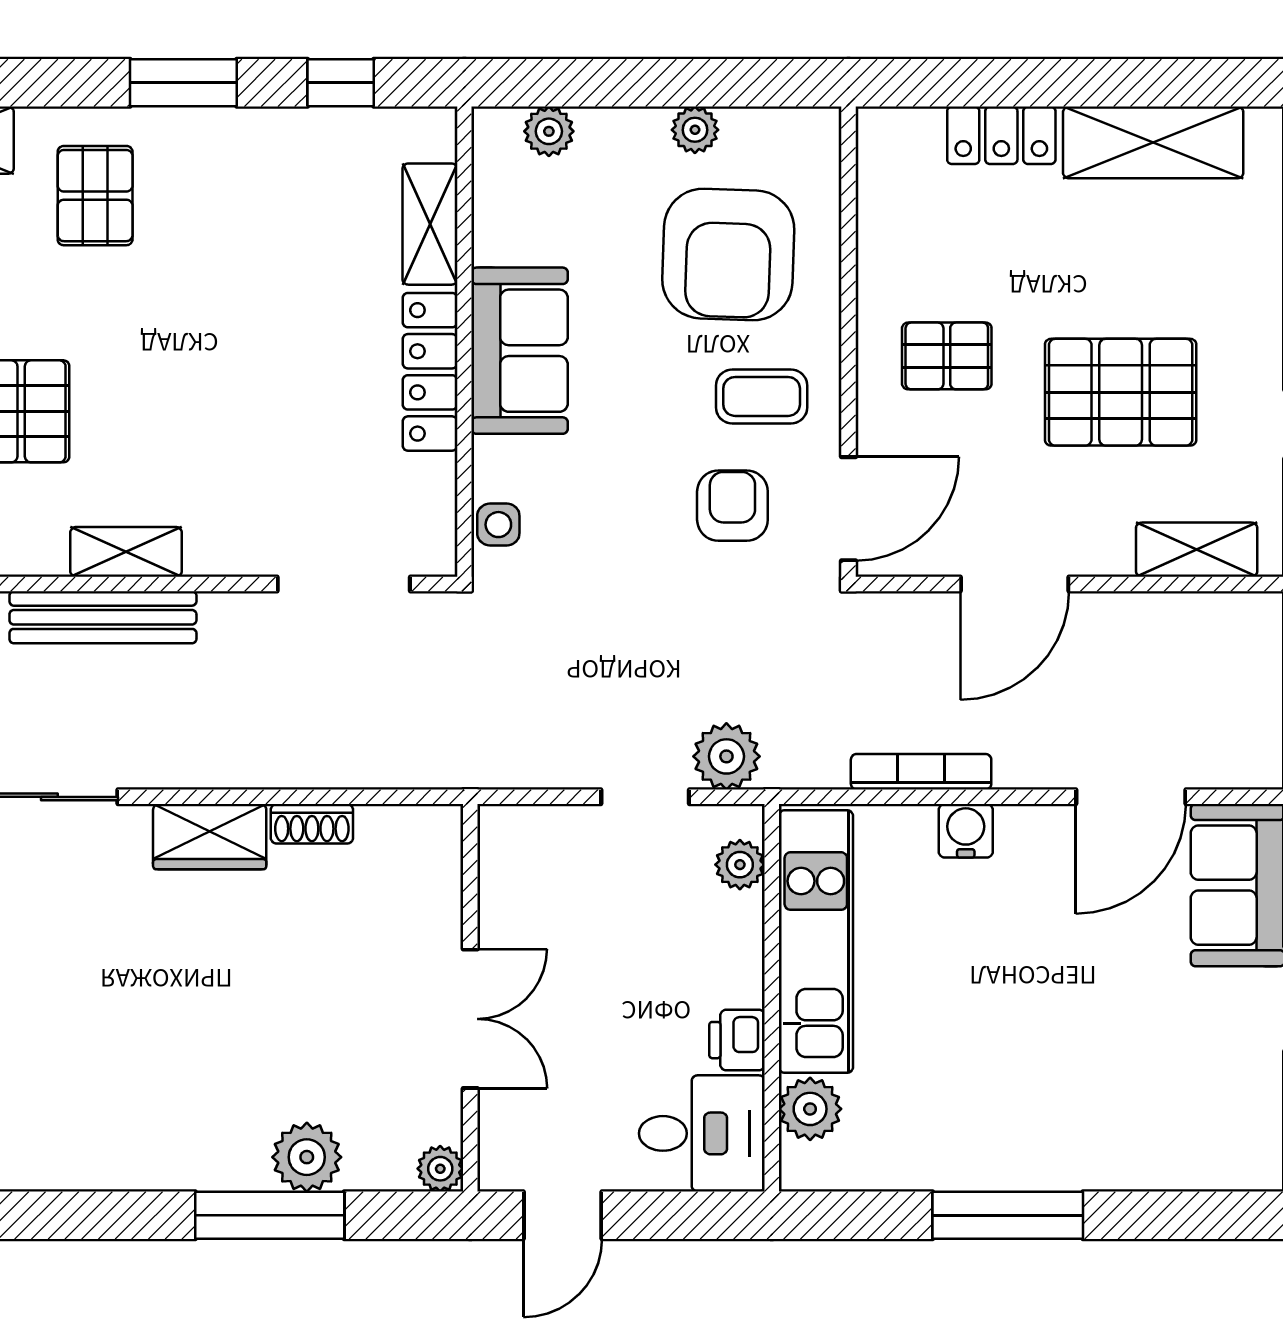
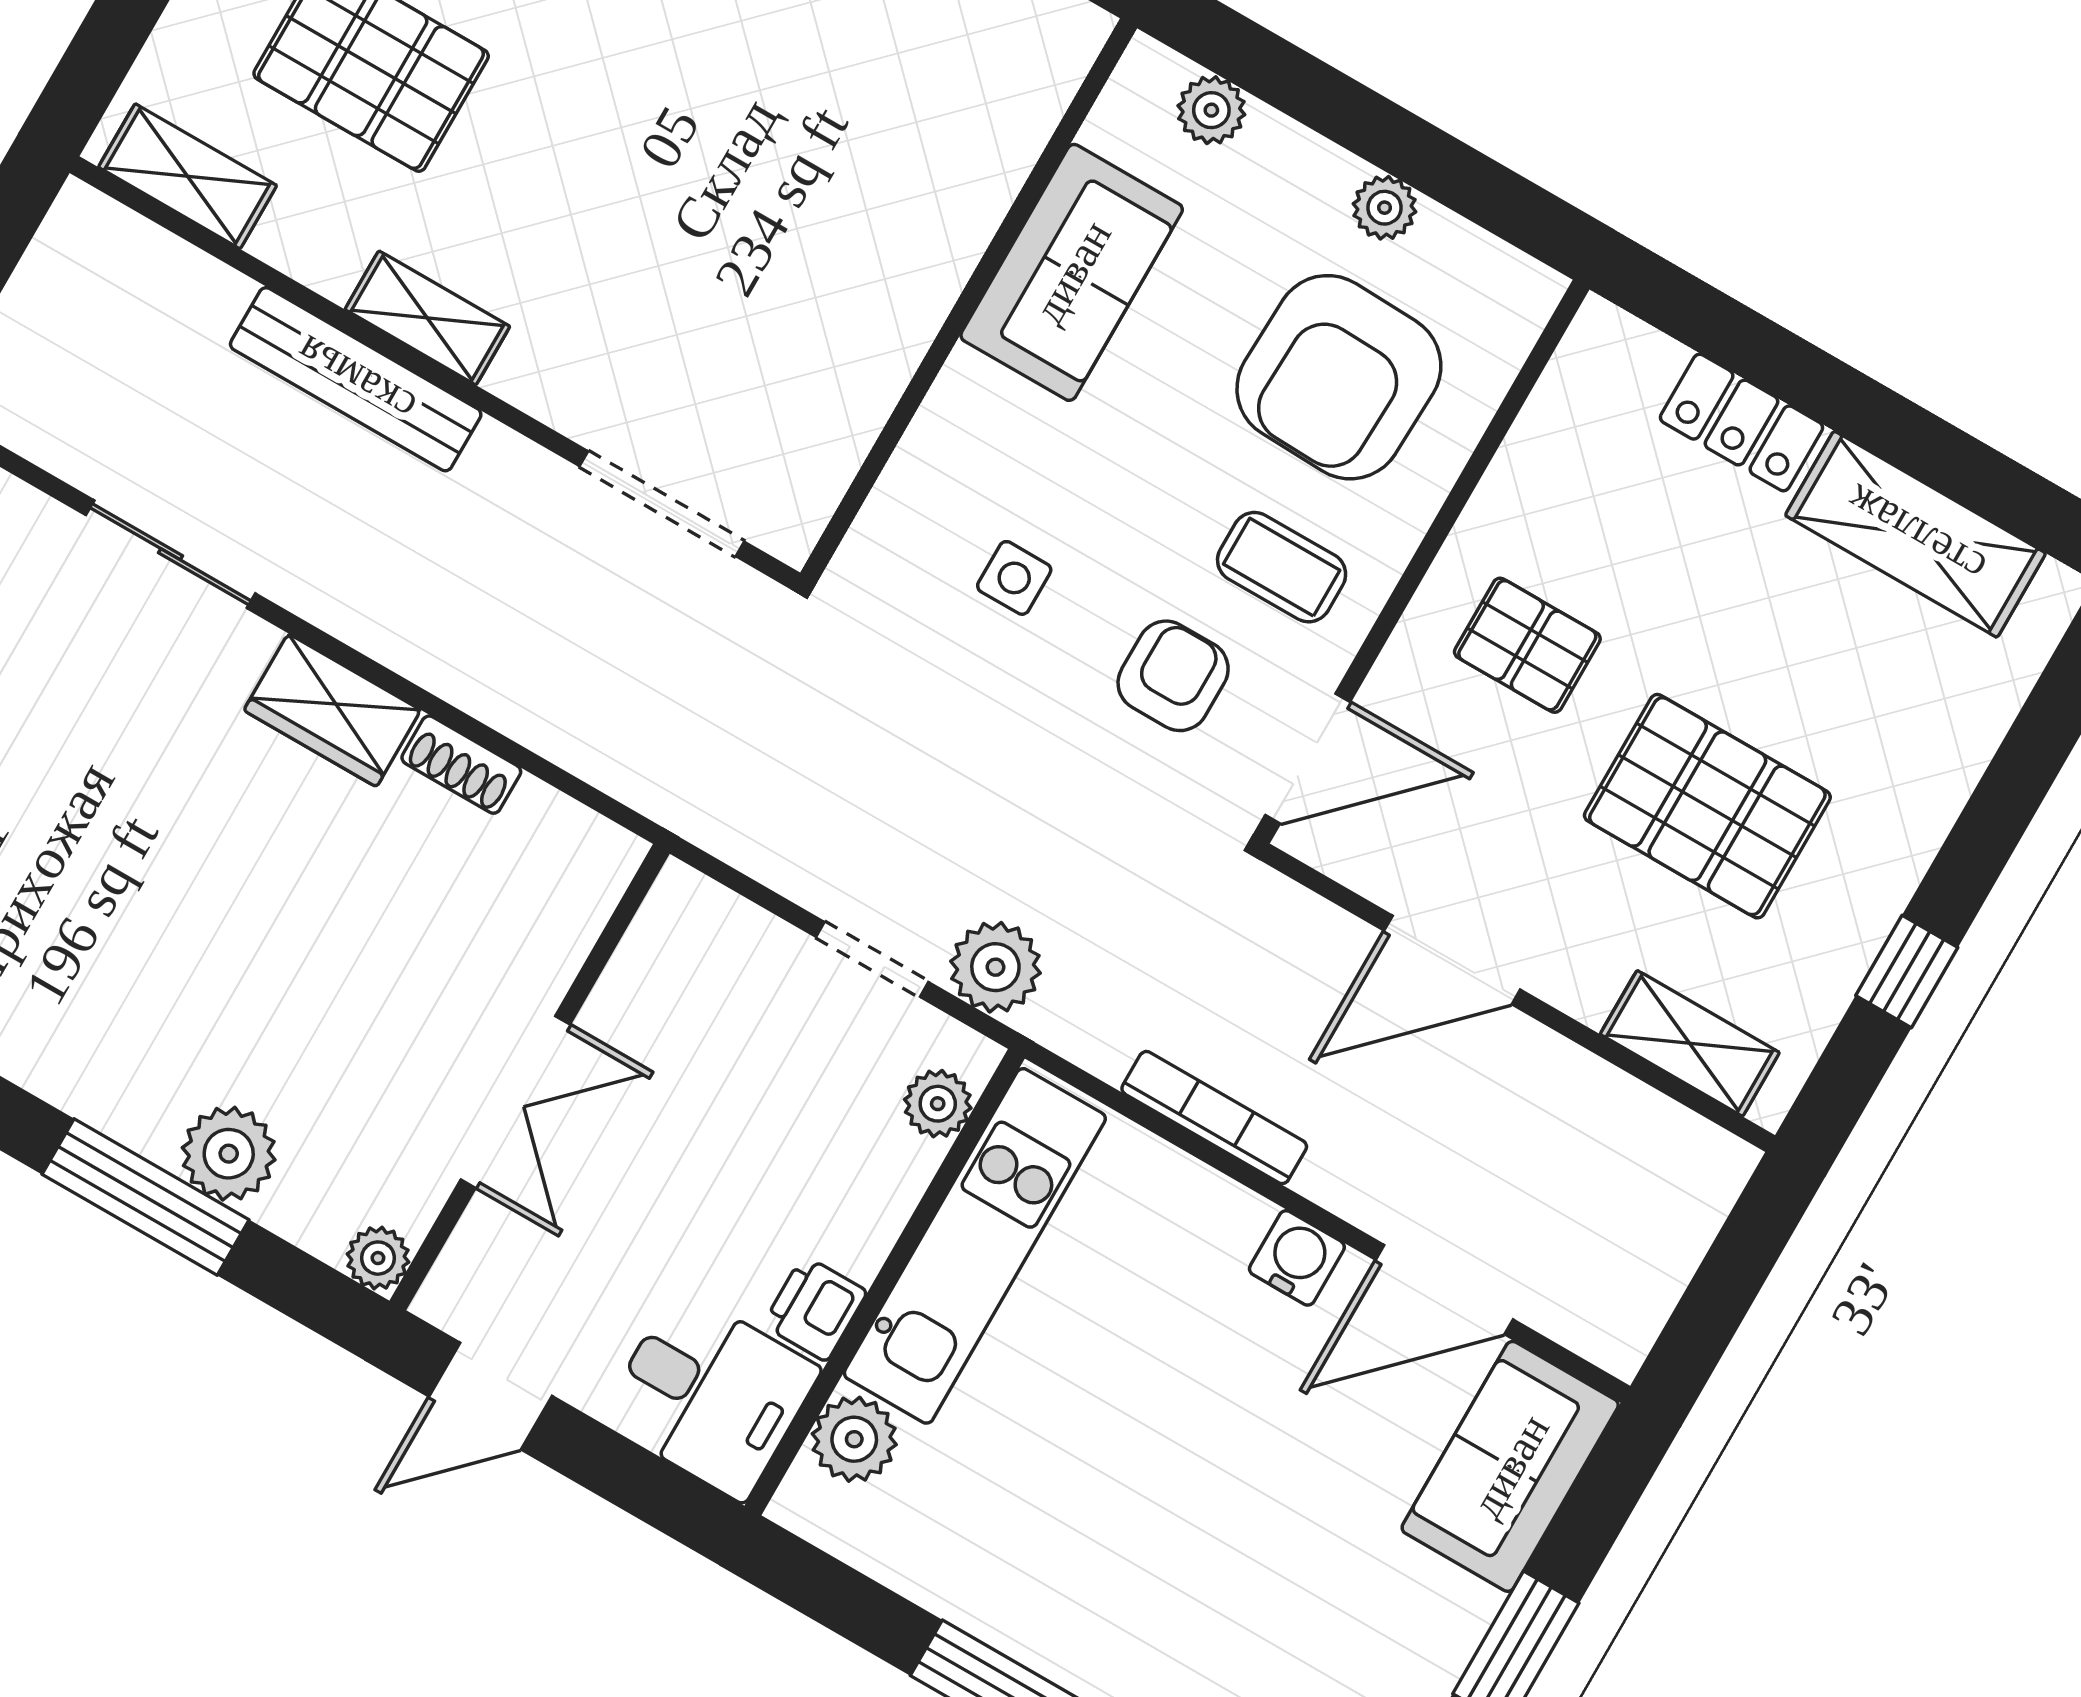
shelving: (430, 224) -> (1008, 138), removed
sofa: (520, 351) -> (1072, 272), moved
locker: (430, 372) -> (908, 313), removed
side table: (498, 525) -> (1014, 578), moved
water cooler: (966, 831) -> (1297, 1258), moved

